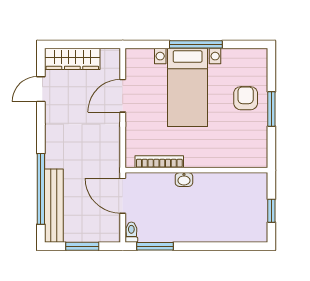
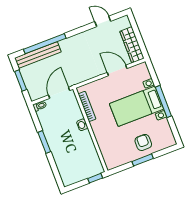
wardrobe: (72, 59) -> (132, 45), moved
armchair: (246, 98) -> (143, 142), turned -90
window: (271, 211) -> (95, 178), moved
window: (155, 246) -> (44, 142), moved

